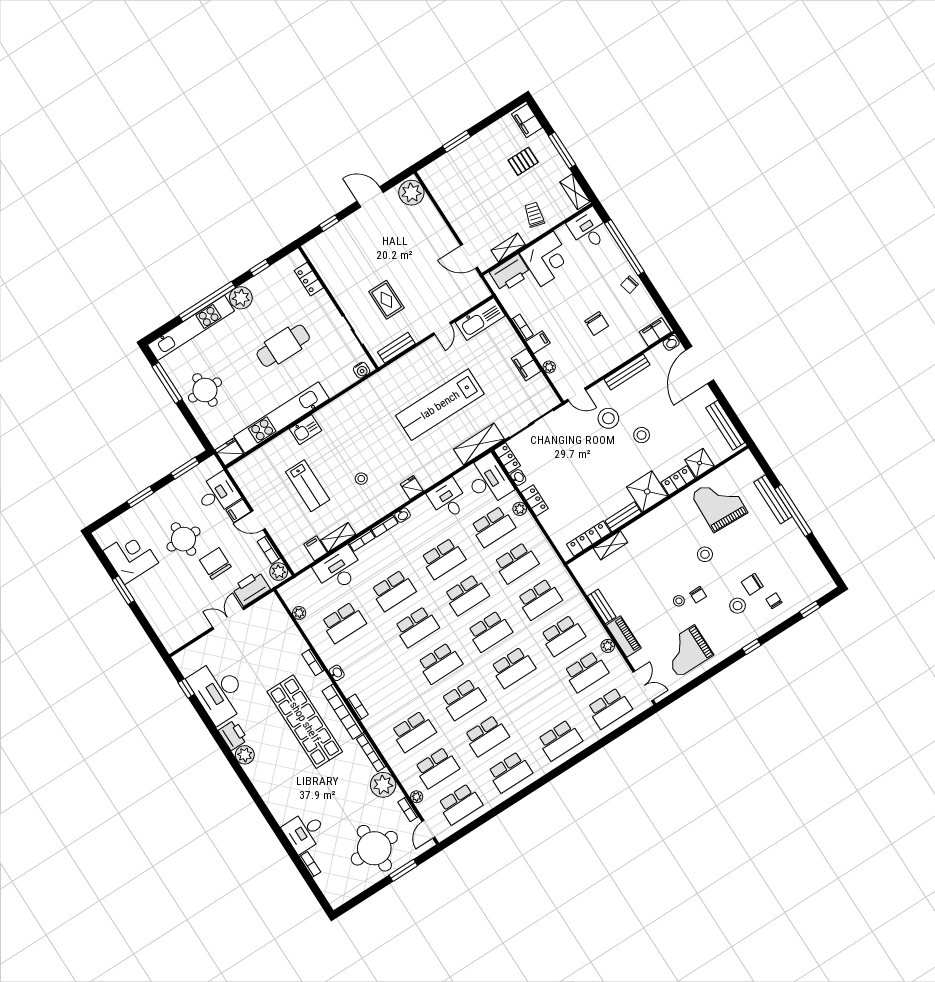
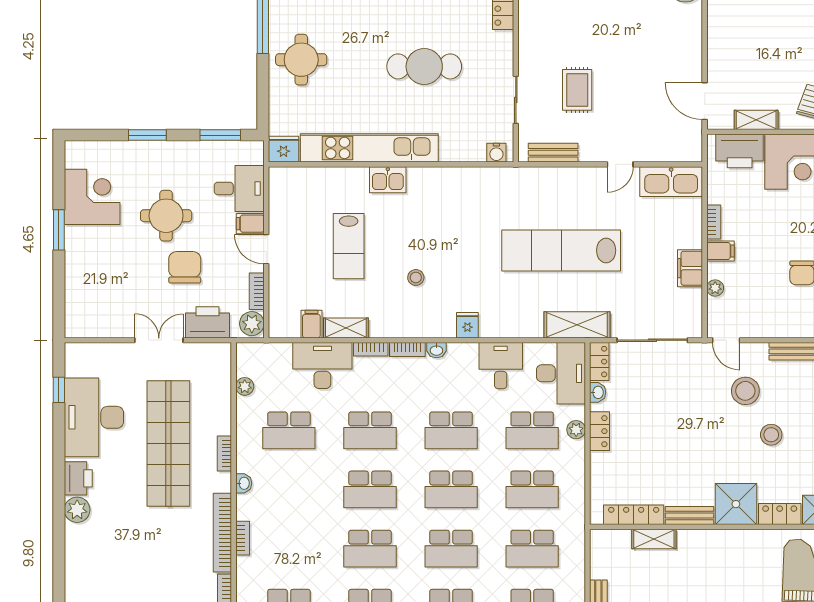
shop shelf: (305, 722) -> (168, 443), moved

